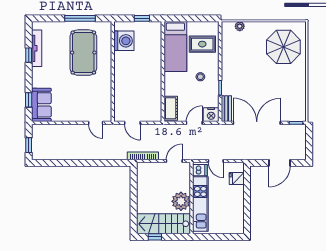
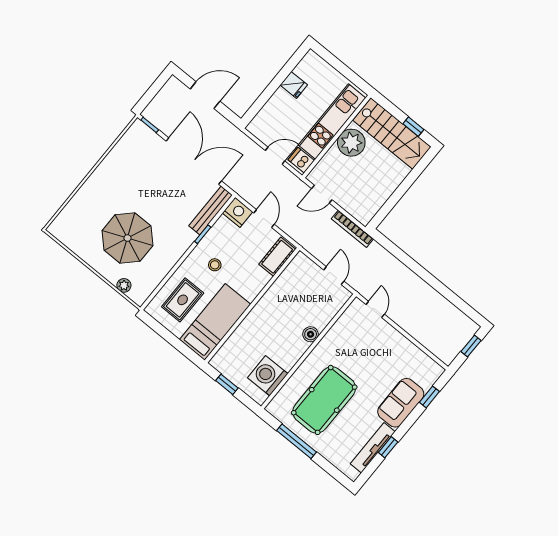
rug: (202, 44) -> (183, 300), turned 90
parasol: (283, 47) -> (127, 238), moved
boiler: (119, 82) -> (311, 334), added
sofa: (41, 105) -> (401, 403), moved
bench: (226, 109) -> (211, 210), width x1.36
door: (194, 123) -> (264, 219), swing flipped
double door: (257, 123) -> (194, 161), swing flipped
door: (216, 161) -> (275, 156), hinge flipped
fridge: (237, 178) -> (294, 85), moved

